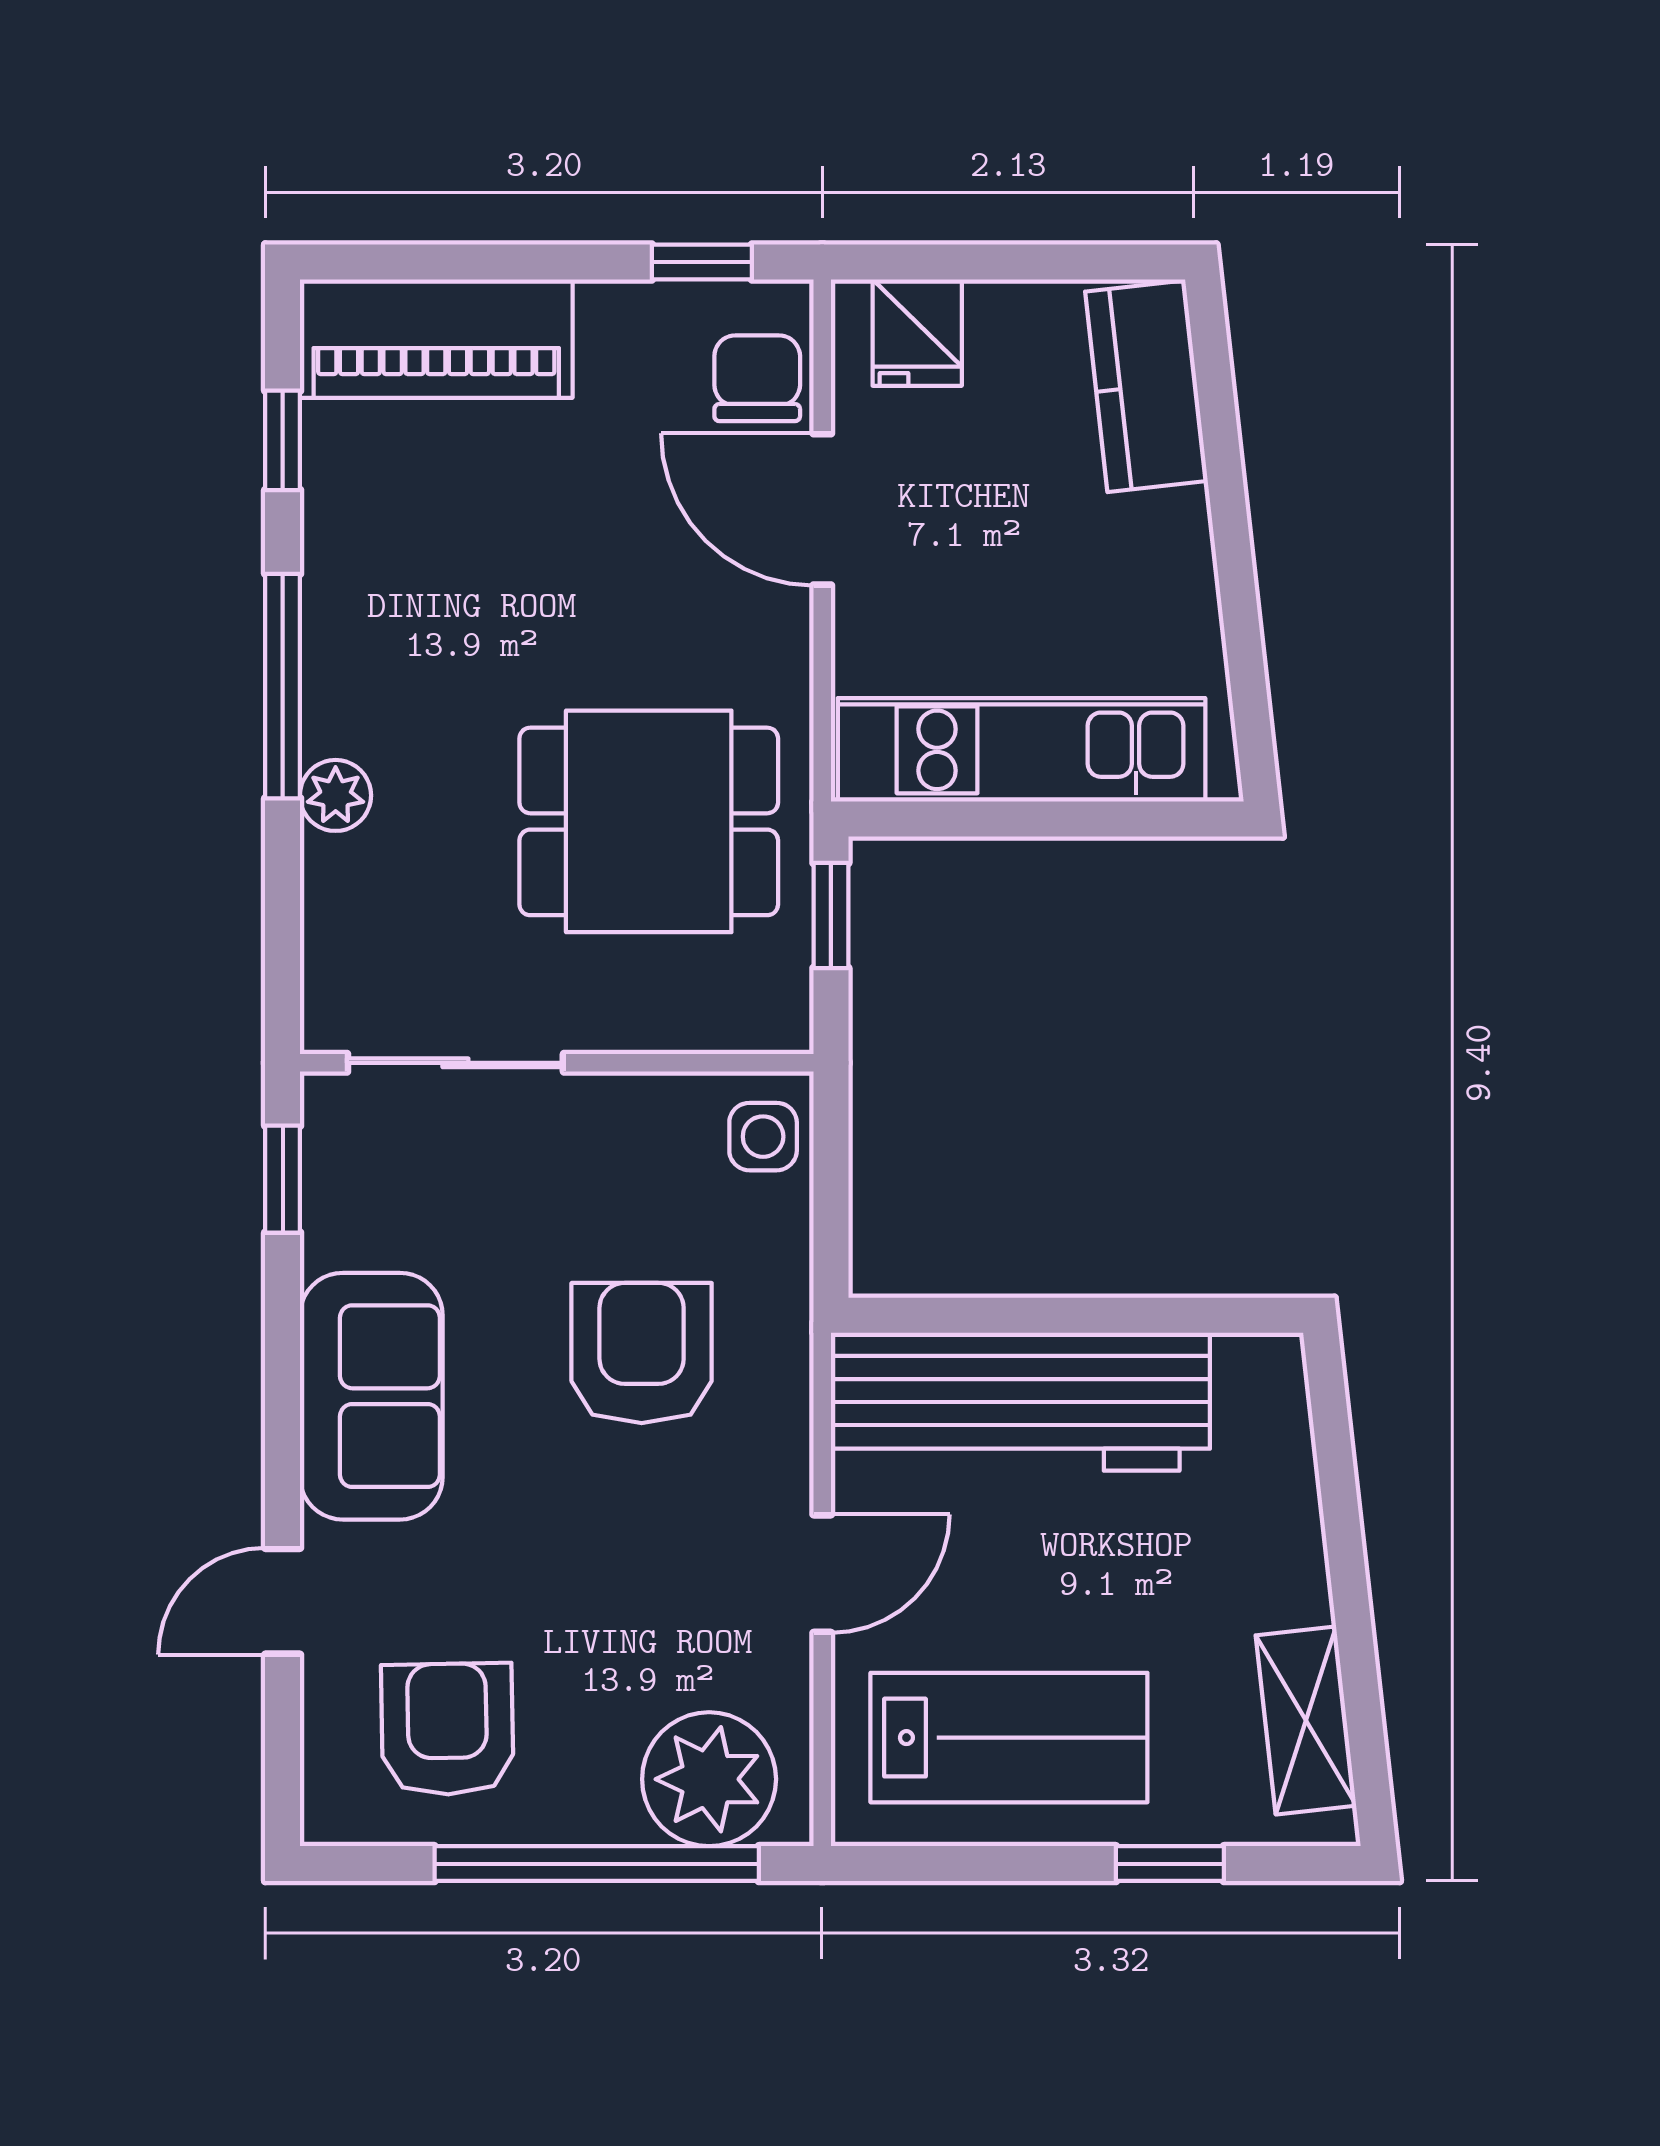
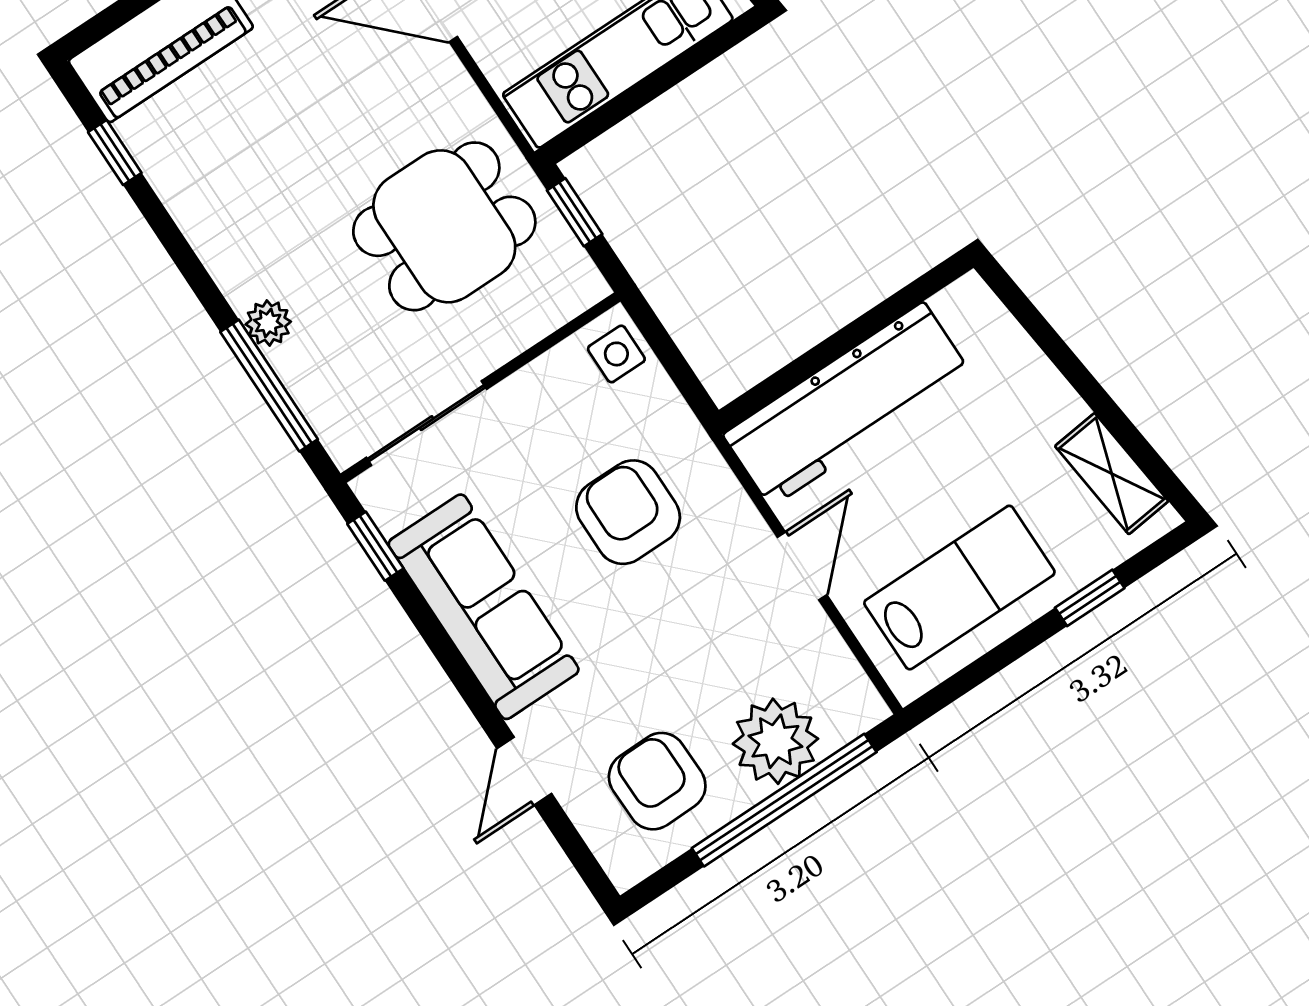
window: (283, 686) -> (269, 386), moved
sofa: (371, 1396) -> (484, 607), width x1.36
plant: (709, 1779) -> (775, 741), moved

